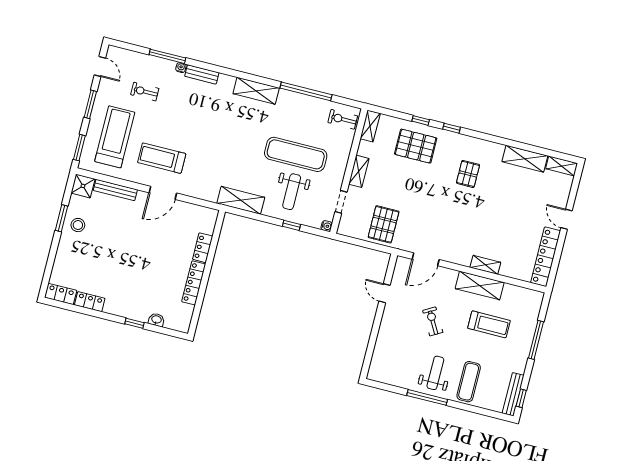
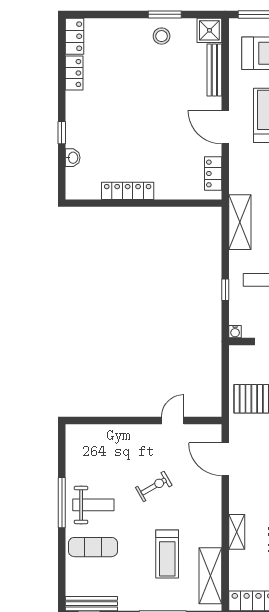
locker: (203, 248) -> (213, 173), moved, turned -90
shelving: (480, 285) -> (210, 576), moved

